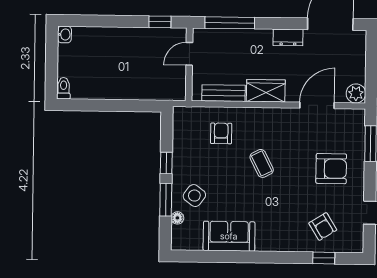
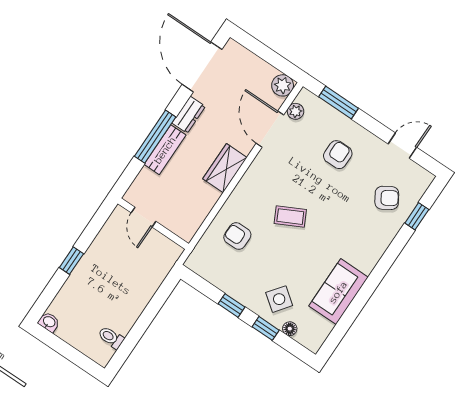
window: (160, 22) -> (71, 261), moved
window: (230, 23) -> (155, 137), moved
toilet: (64, 88) -> (111, 338), moved
bench: (224, 93) -> (165, 150), moved
plant: (343, 116) -> (296, 111), added
armchair: (331, 169) -> (338, 155), width x0.72, depth x0.72
window: (166, 200) -> (266, 328), width x0.67

